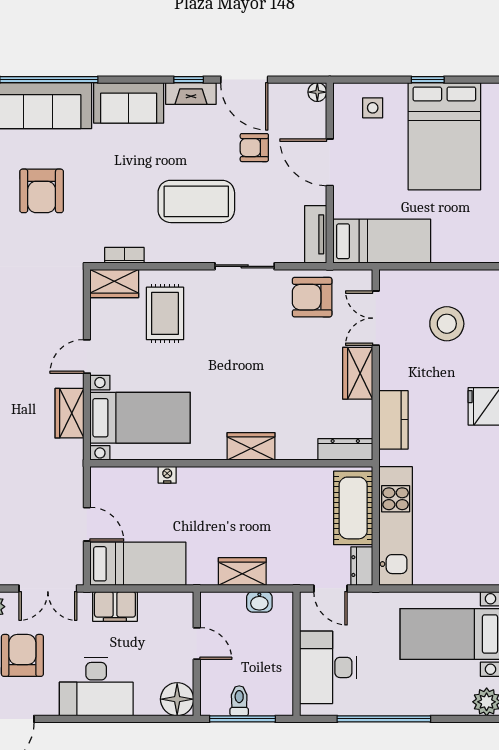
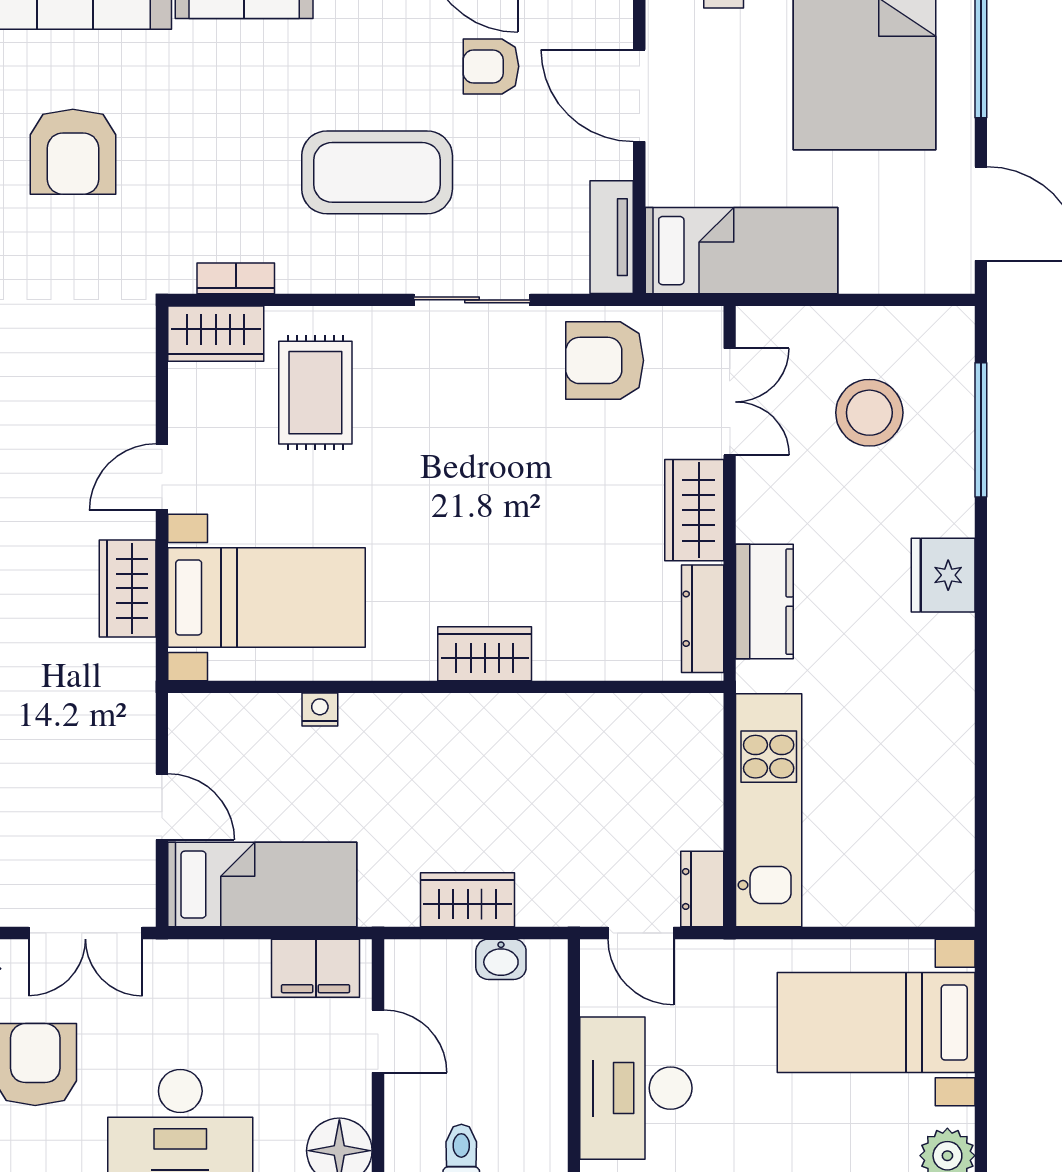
double door: (376, 318) -> (730, 402), swing flipped
dresser: (345, 449) -> (703, 619), moved, turned -90
cot: (353, 508) -> (685, 775), removed
filing cabinet: (115, 606) -> (316, 968), moved

